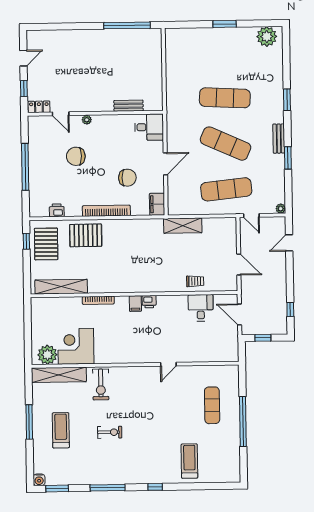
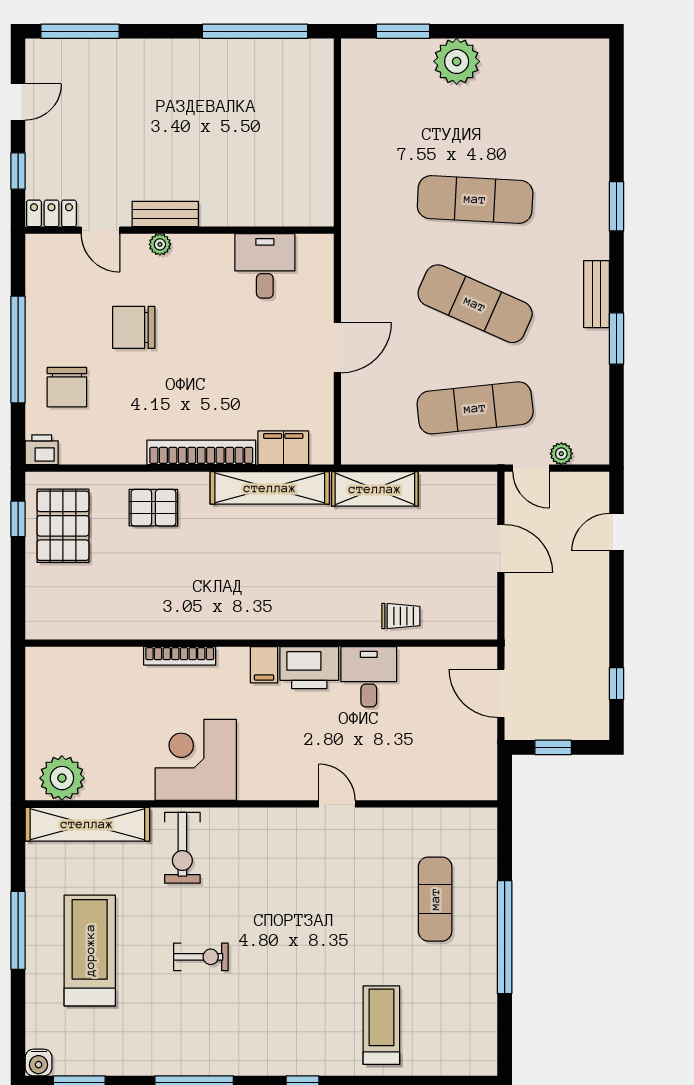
window: (225, 24) -> (403, 31), moved
window: (50, 27) -> (80, 31), added
plant: (267, 37) -> (457, 61), moved
bench: (128, 106) -> (165, 214), moved
desk: (149, 127) -> (265, 266), moved, turned -90
chair: (127, 178) -> (67, 387), moved, turned 90
filing cabinet: (157, 204) -> (283, 448), moved, turned 90
plant: (281, 209) -> (561, 454), moved
printer: (57, 210) -> (42, 450), moved
pallet: (86, 235) -> (153, 508), width x0.67, depth x0.71
door: (239, 265) -> (501, 549), moved
shelving: (61, 287) -> (270, 488), moved
printer: (149, 302) -> (309, 668), width x1.87, depth x1.48
desk: (201, 308) -> (369, 677), moved
corner desk: (76, 346) -> (196, 760), moved
door: (168, 364) -> (337, 804), swing flipped
treadmill: (61, 430) -> (90, 950), width x1.37, depth x1.38

